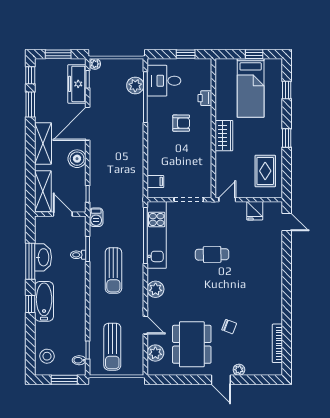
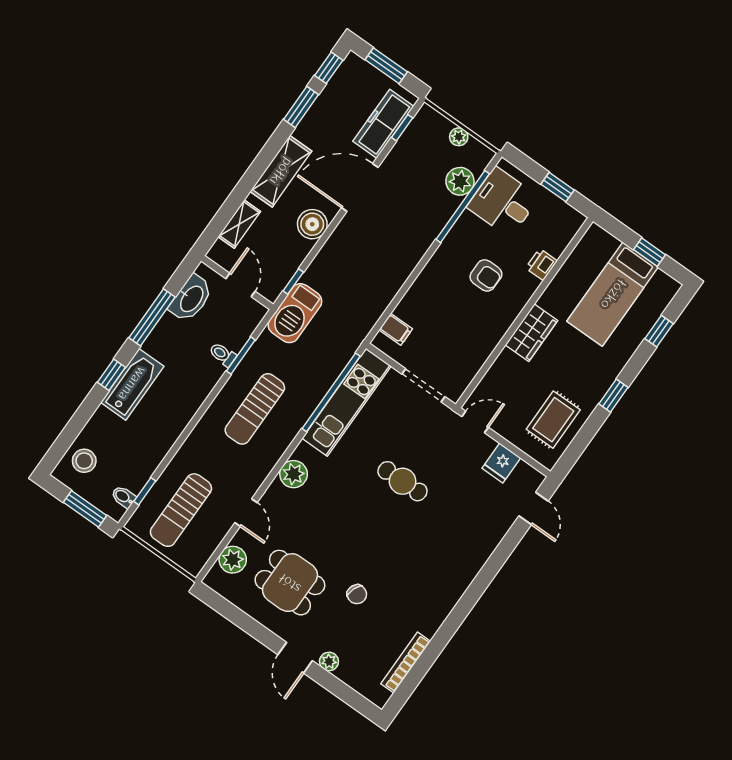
plant: (95, 64) -> (459, 137), moved
shelving: (43, 191) -> (239, 224), width x0.67, depth x0.75
barbecue: (96, 217) -> (295, 313), width x1.88, depth x1.53
washbasin: (43, 257) -> (191, 298), moved
dining table: (192, 344) -> (290, 583), width x0.73

